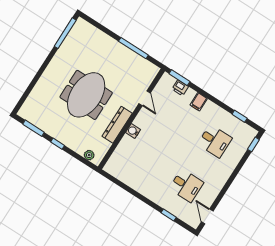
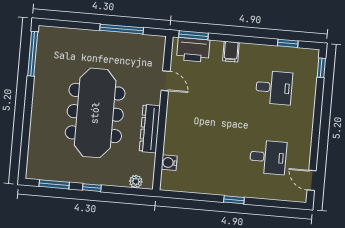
printer: (180, 88) -> (193, 50), width x1.87, depth x1.48
meeting table: (86, 95) -> (95, 113), width x1.36
water cooler: (133, 131) -> (169, 163), moved
window: (169, 215) -> (234, 200), moved

